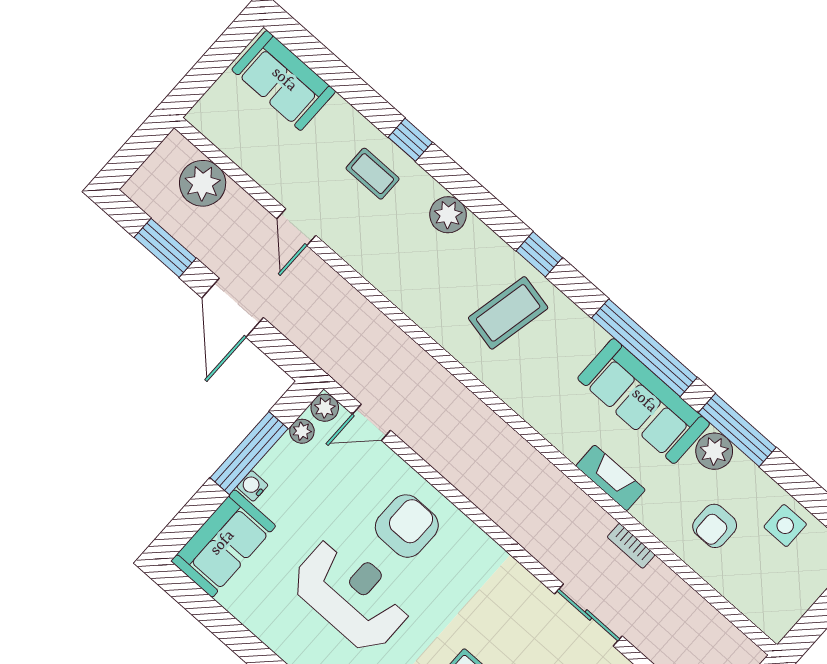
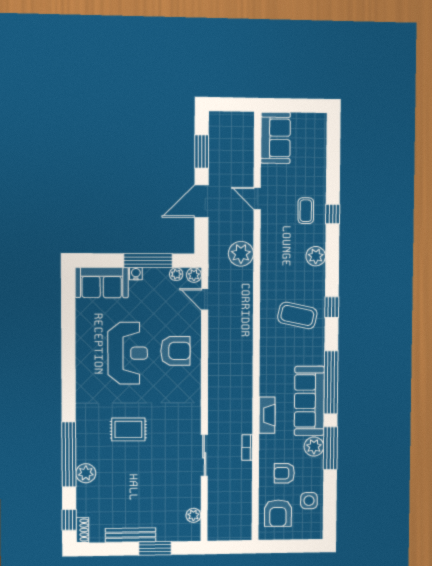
sofa: (284, 80) -> (275, 138), moved, turned 180
plant: (203, 183) -> (241, 254), moved
door: (296, 227) -> (257, 198), hinge flipped
armchair: (764, 585) -> (278, 513), added

